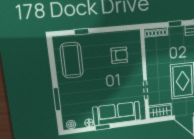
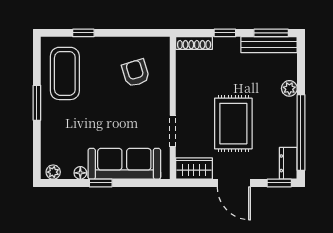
armchair: (119, 55) -> (136, 73), turned -107
window: (57, 99) -> (37, 103), moved

